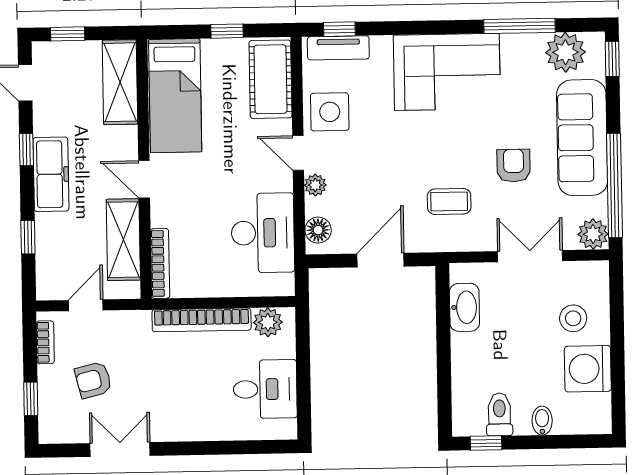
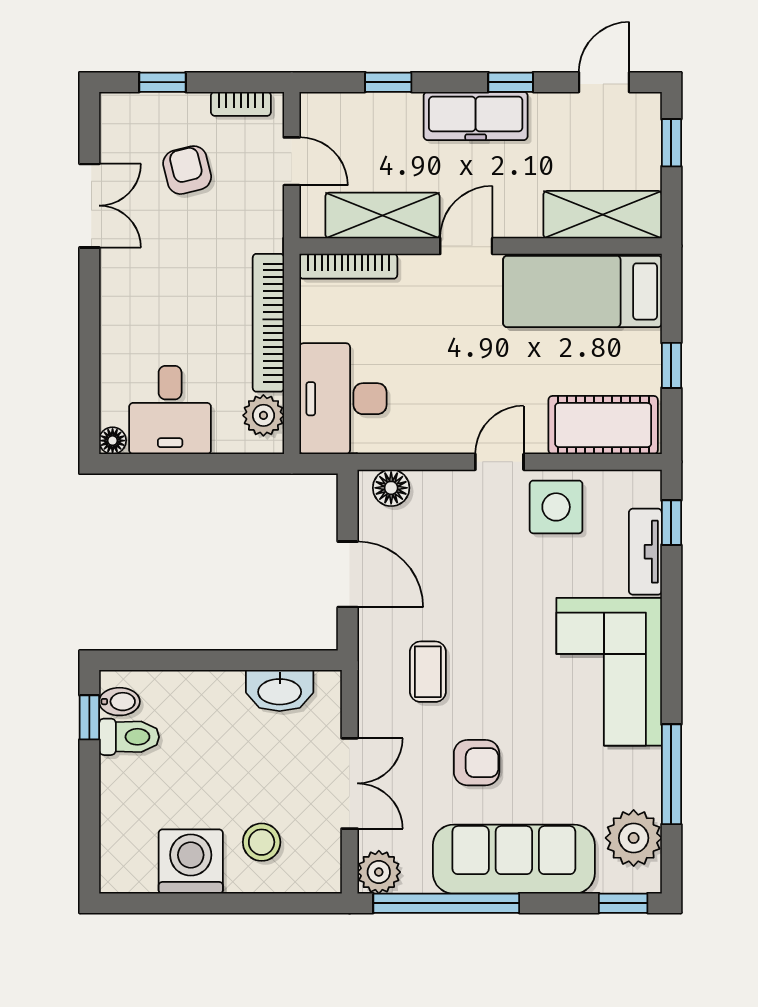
tv unit: (338, 48) -> (645, 552), moved
plant: (315, 185) -> (454, 485), removed
desk: (263, 233) -> (343, 399), moved, turned 90
bidet: (542, 421) -> (119, 702), moved
floor lamp: (288, 430) -> (113, 441), added

